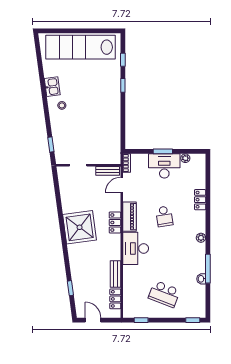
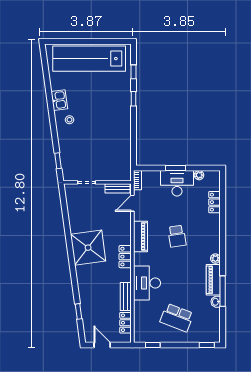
locker: (200, 200) -> (215, 202), moved
locker: (115, 222) -> (125, 257), moved
desk: (136, 248) -> (147, 283), moved
piano: (199, 258) -> (213, 280), added

